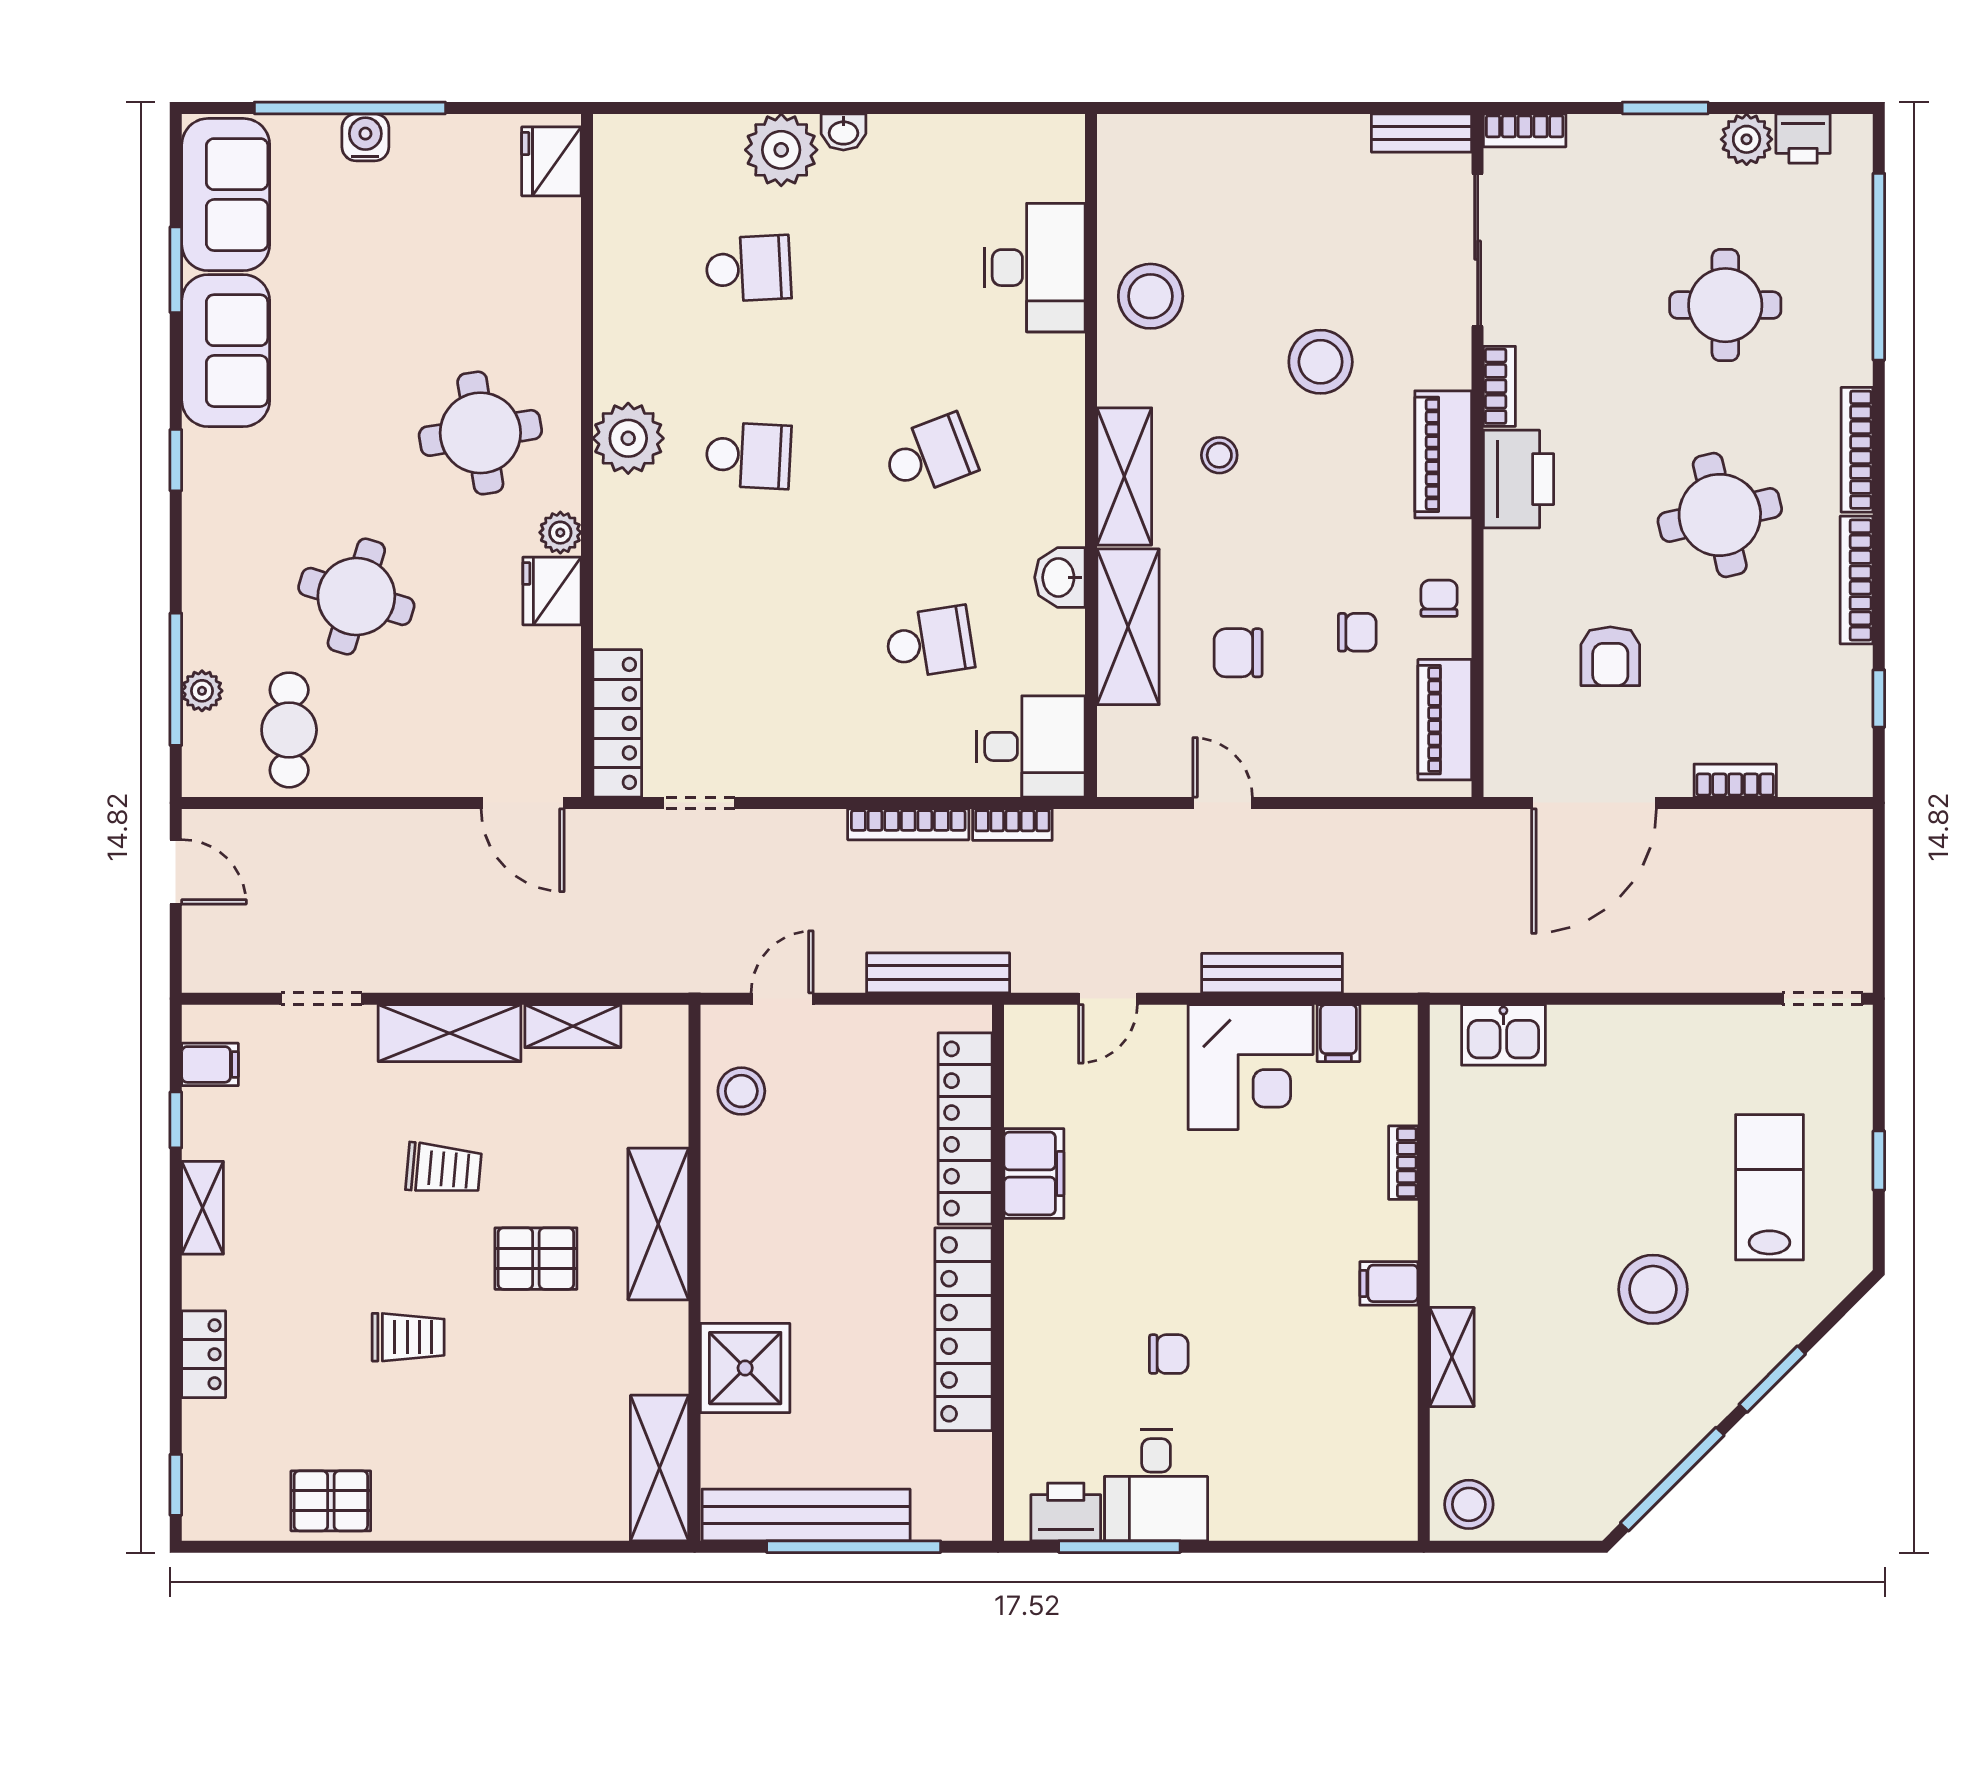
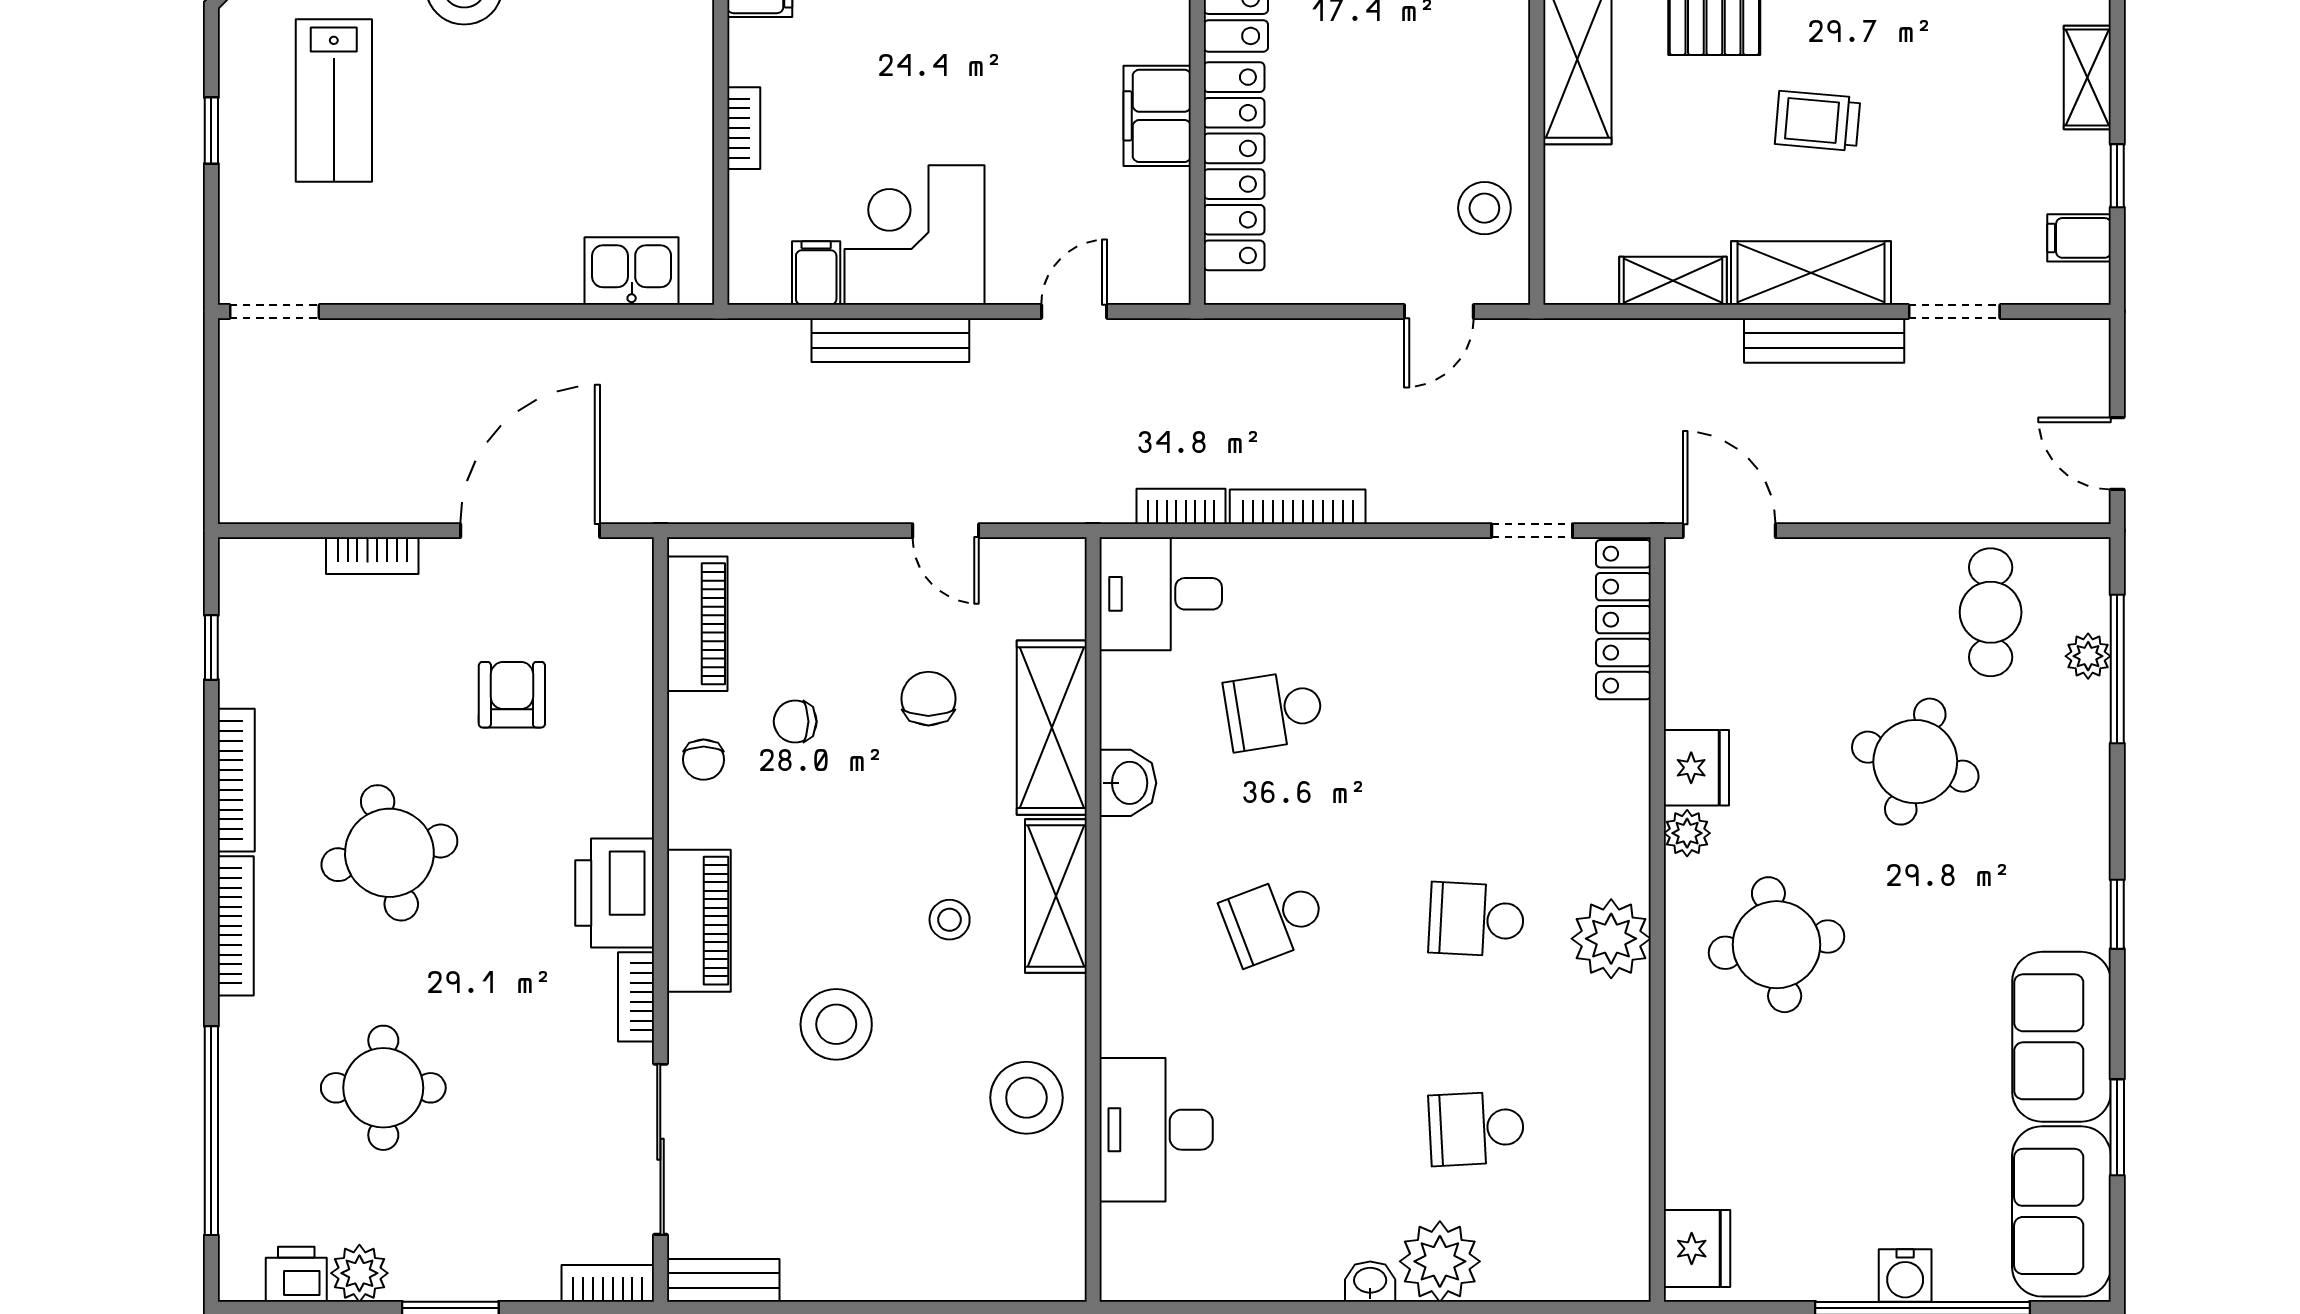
chair: (1238, 653) -> (928, 699), turned -90
bench: (938, 973) -> (1824, 341), moved

